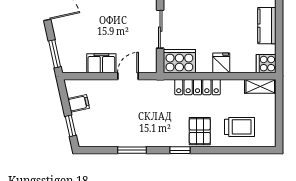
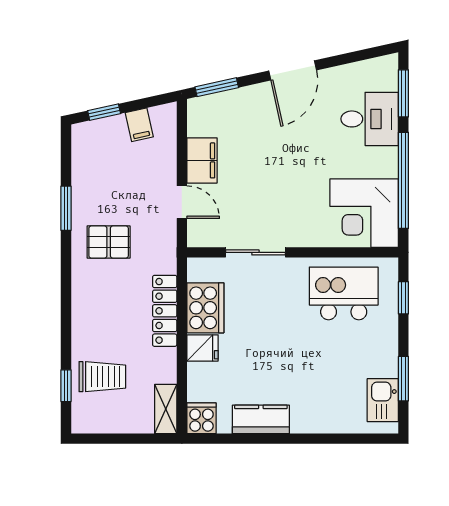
cooker: (179, 61) -> (205, 308), moved
trolley: (240, 127) -> (102, 377), turned -90
pallet: (200, 131) -> (109, 242), moved
window: (180, 150) -> (66, 386), moved

